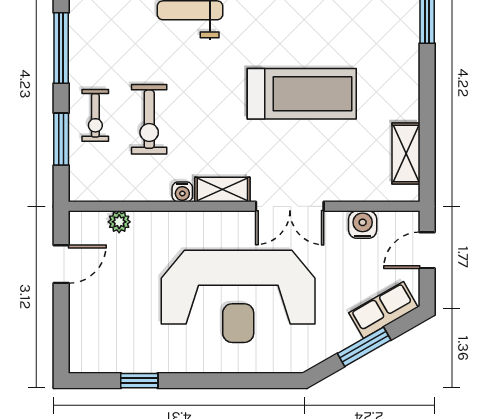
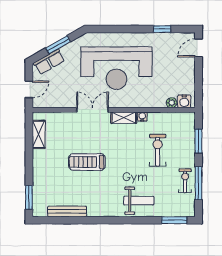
treadmill: (302, 94) -> (87, 162), width x0.73, depth x0.73
exercise bike: (95, 115) -> (185, 181), moved
water cooler: (363, 225) -> (184, 101), moved
door: (61, 264) -> (198, 48), moved
reception desk: (238, 296) -> (116, 68), turned 180

